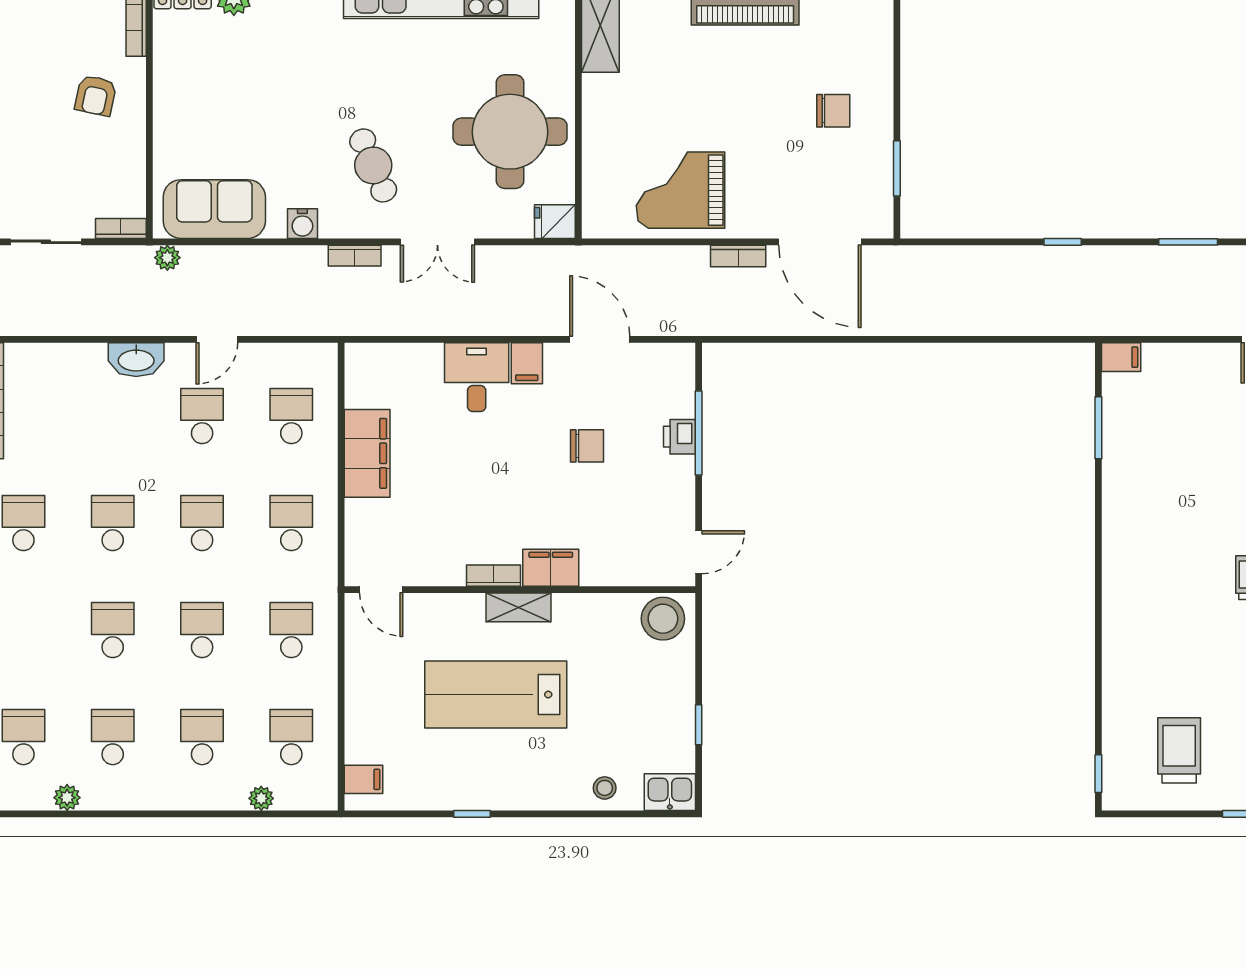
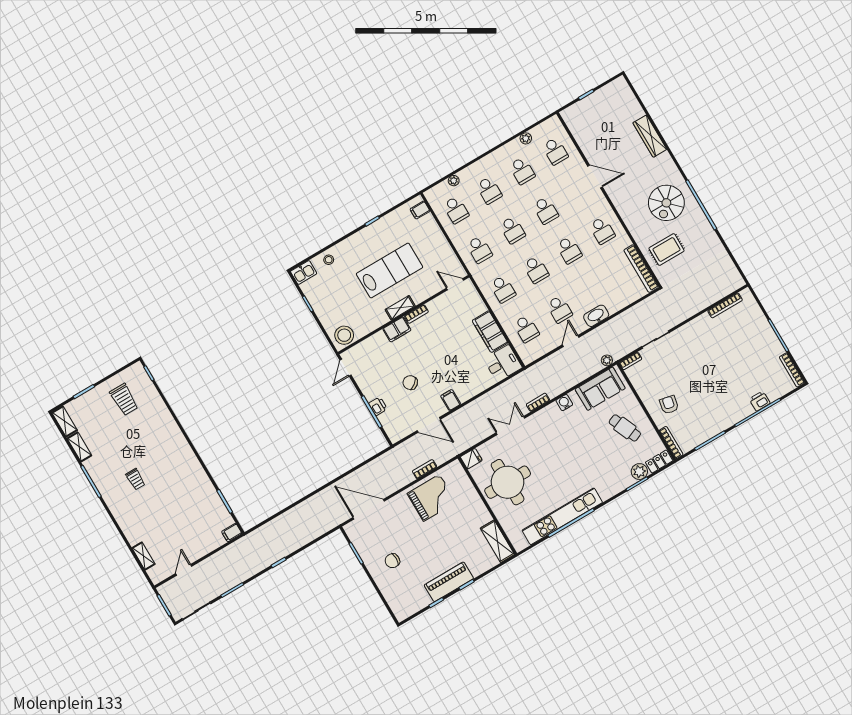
cafe table: (373, 165) -> (625, 428), moved
bookcase: (738, 256) -> (425, 469), moved
desk: (477, 377) -> (503, 363), moved, turned -90
chair: (587, 446) -> (410, 383), turned 51

